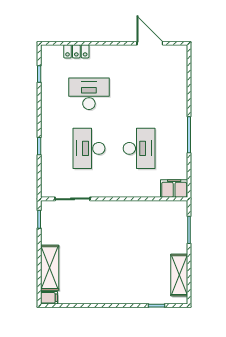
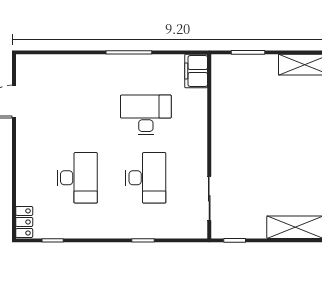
locker: (76, 51) -> (24, 222), moved
desk: (89, 94) -> (77, 178), turned 180
desk: (89, 148) -> (146, 178), turned -90

